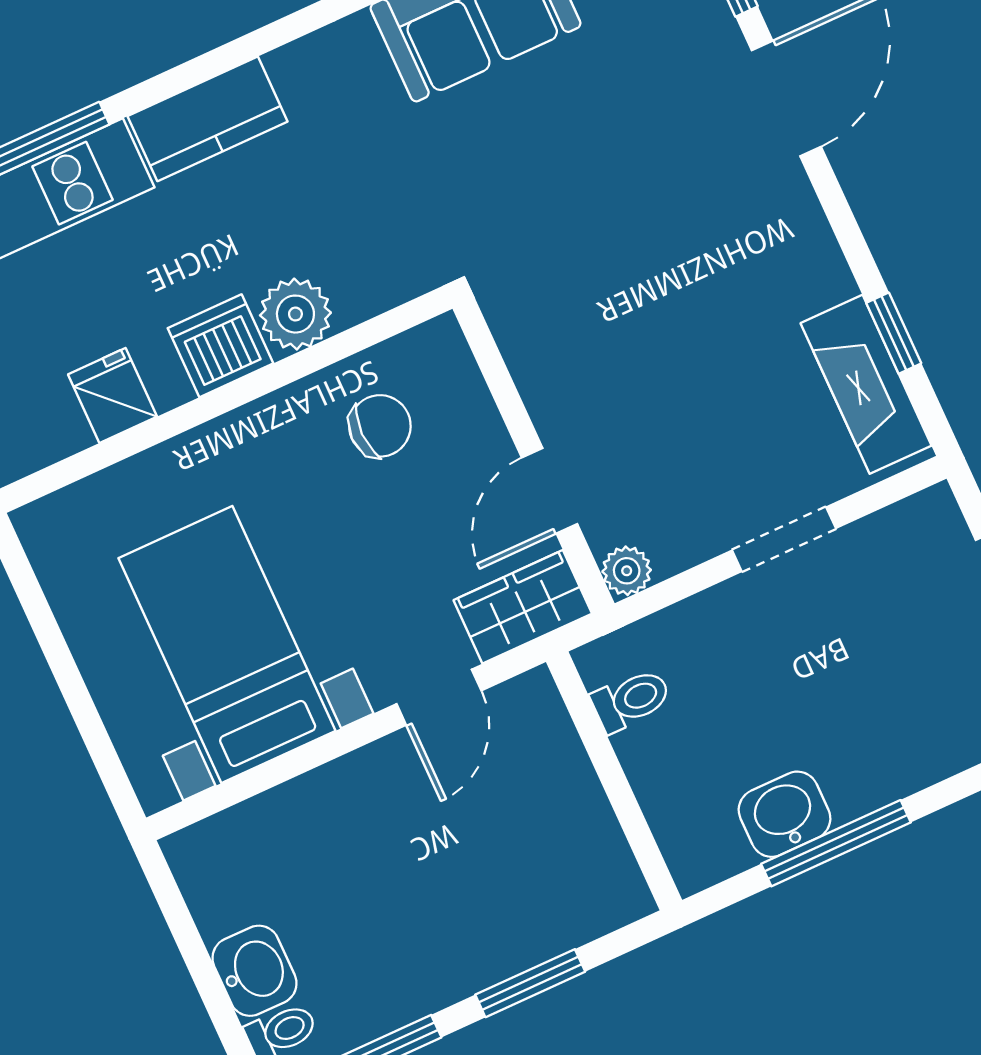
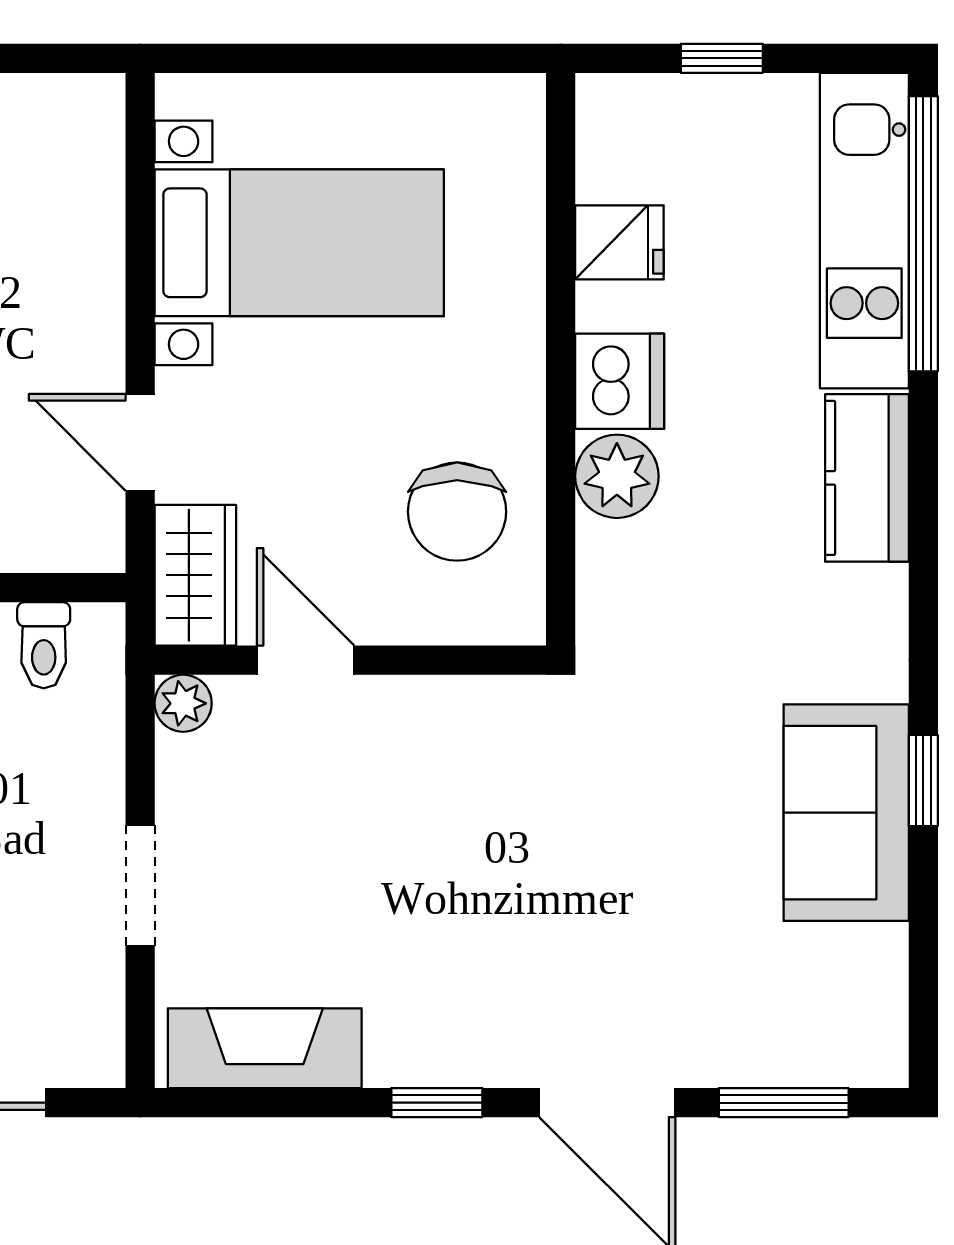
window: (894, 333) -> (437, 1103), moved
chair: (380, 426) -> (457, 512), width x1.37, depth x1.37

